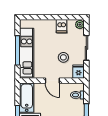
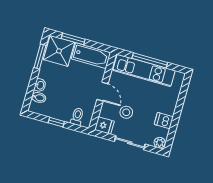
door: (52, 81) -> (102, 92), swing flipped

